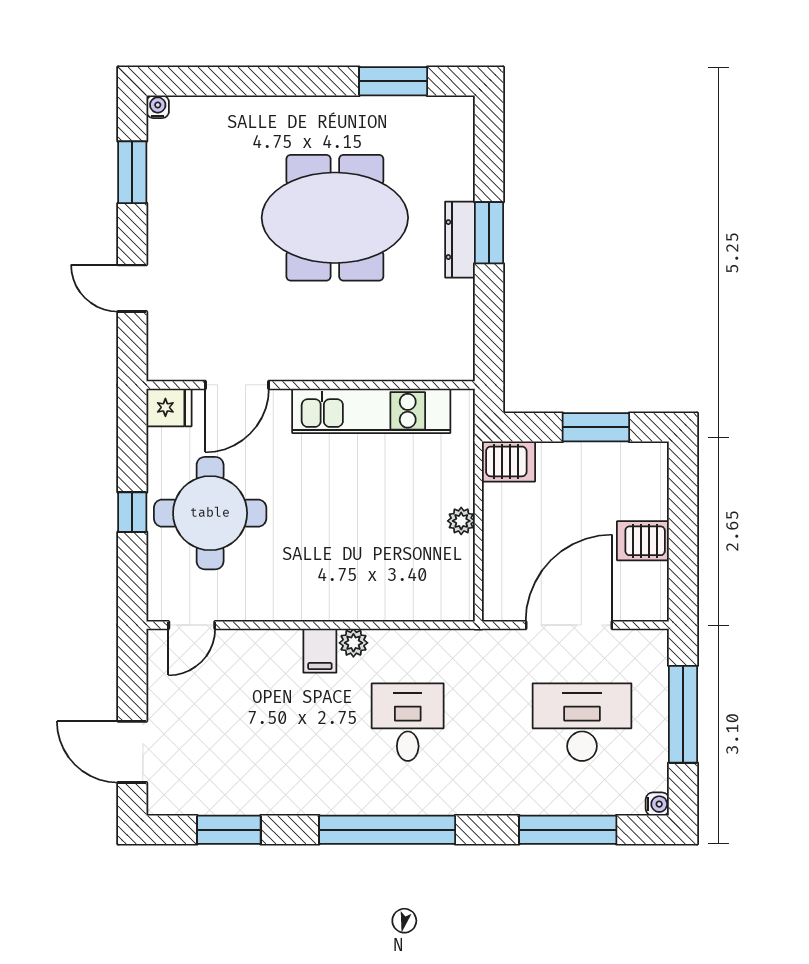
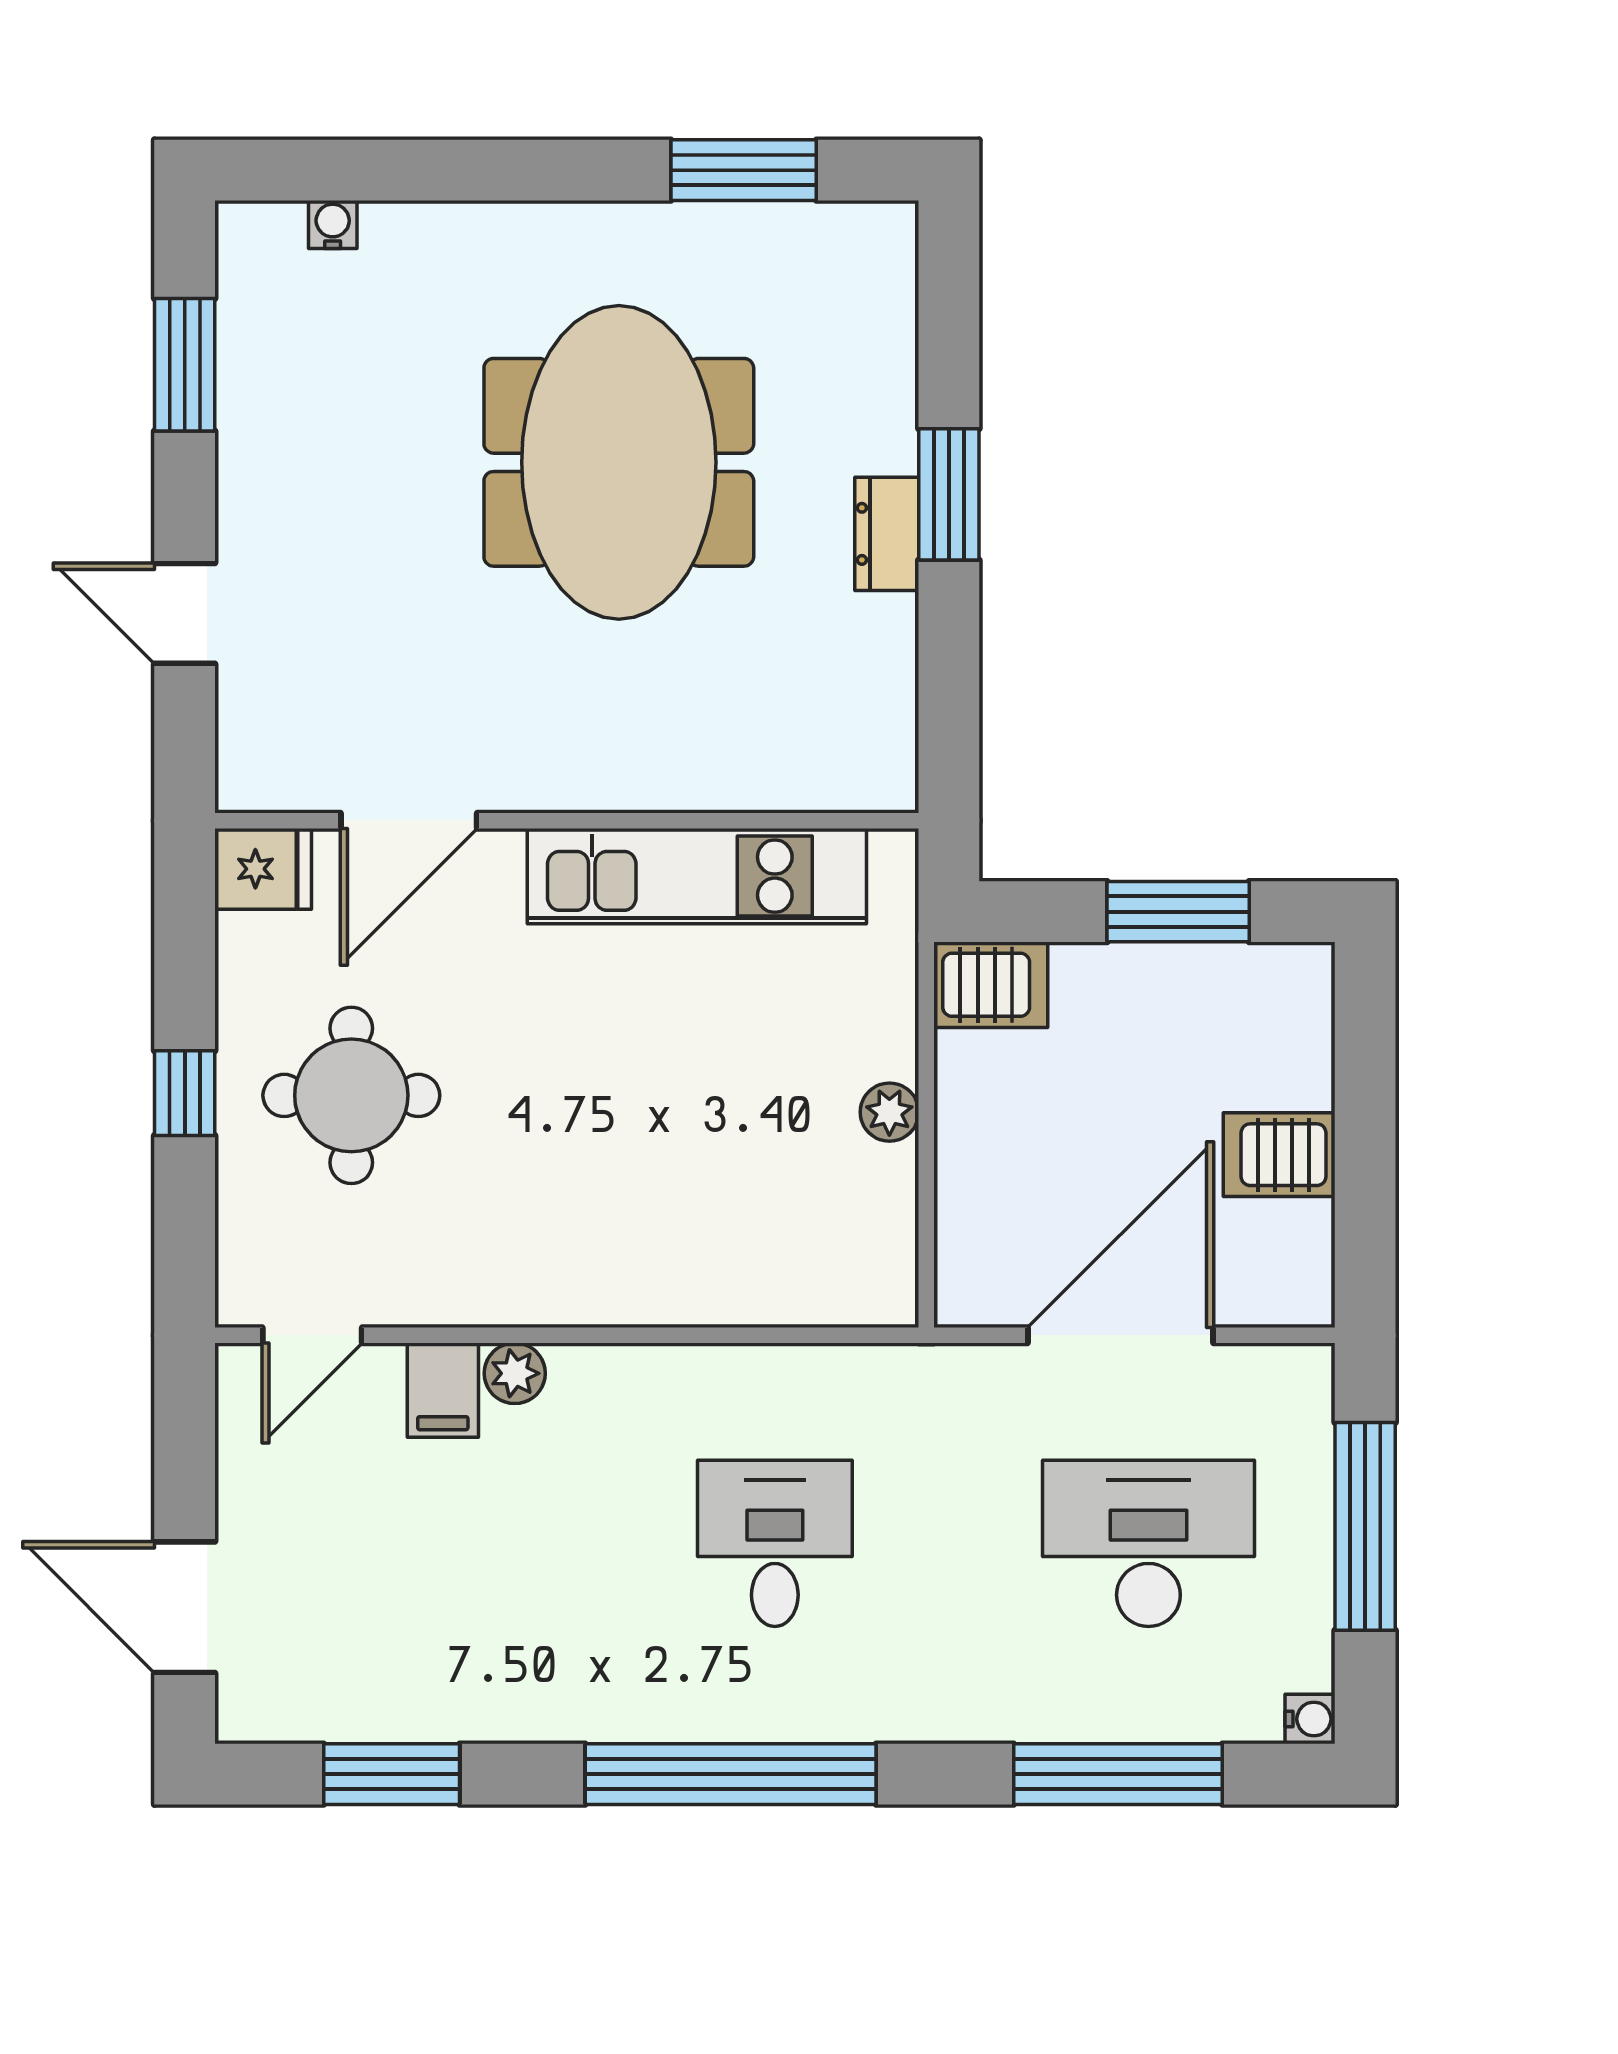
water cooler: (158, 107) -> (333, 224), moved
meeting table: (335, 218) -> (619, 462), turned 90
dresser: (460, 240) -> (887, 534), width x0.70
round table: (210, 513) -> (351, 1095), width x0.73, depth x0.73
plant: (353, 643) -> (515, 1373), moved
filing cabinet: (320, 651) -> (443, 1390), moved

